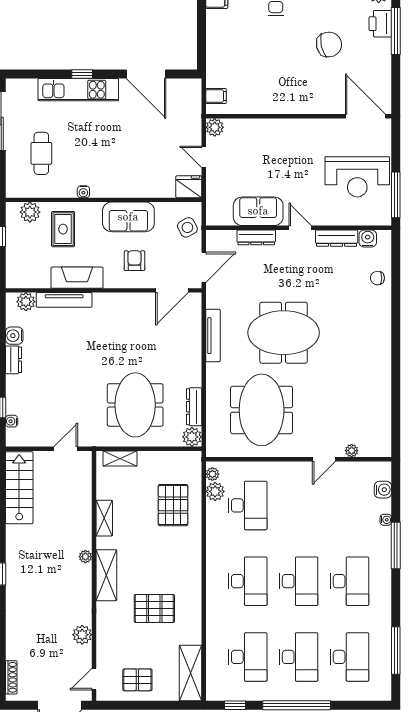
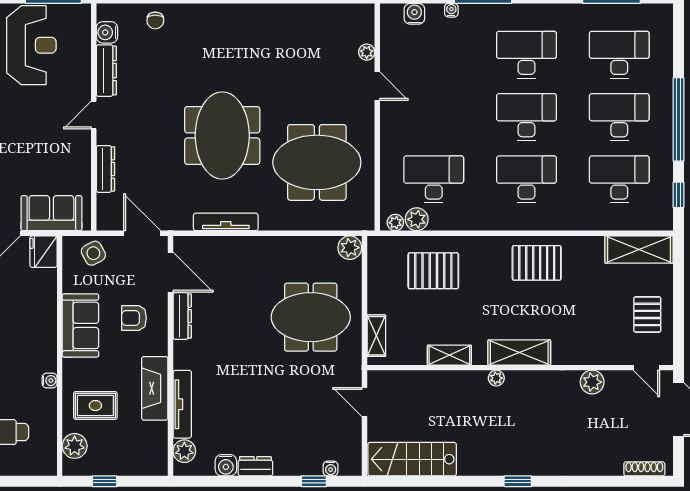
sofa: (258, 211) -> (51, 213), moved, turned 90
dresser: (194, 407) -> (182, 316), moved, turned -90
pallet: (154, 608) -> (537, 263), moved, turned 90

